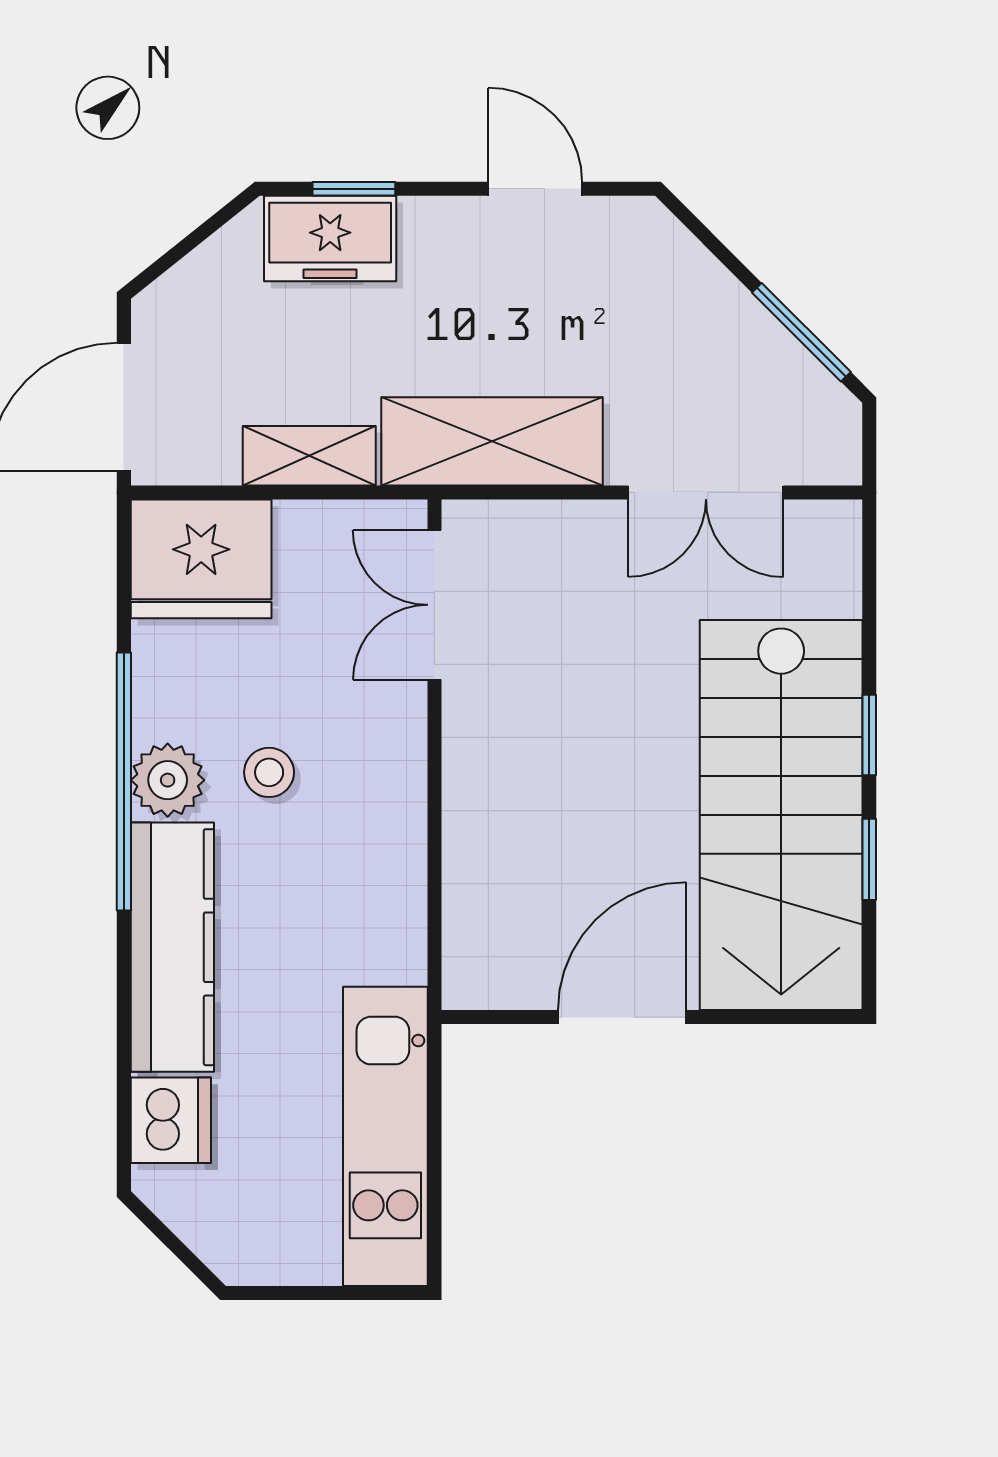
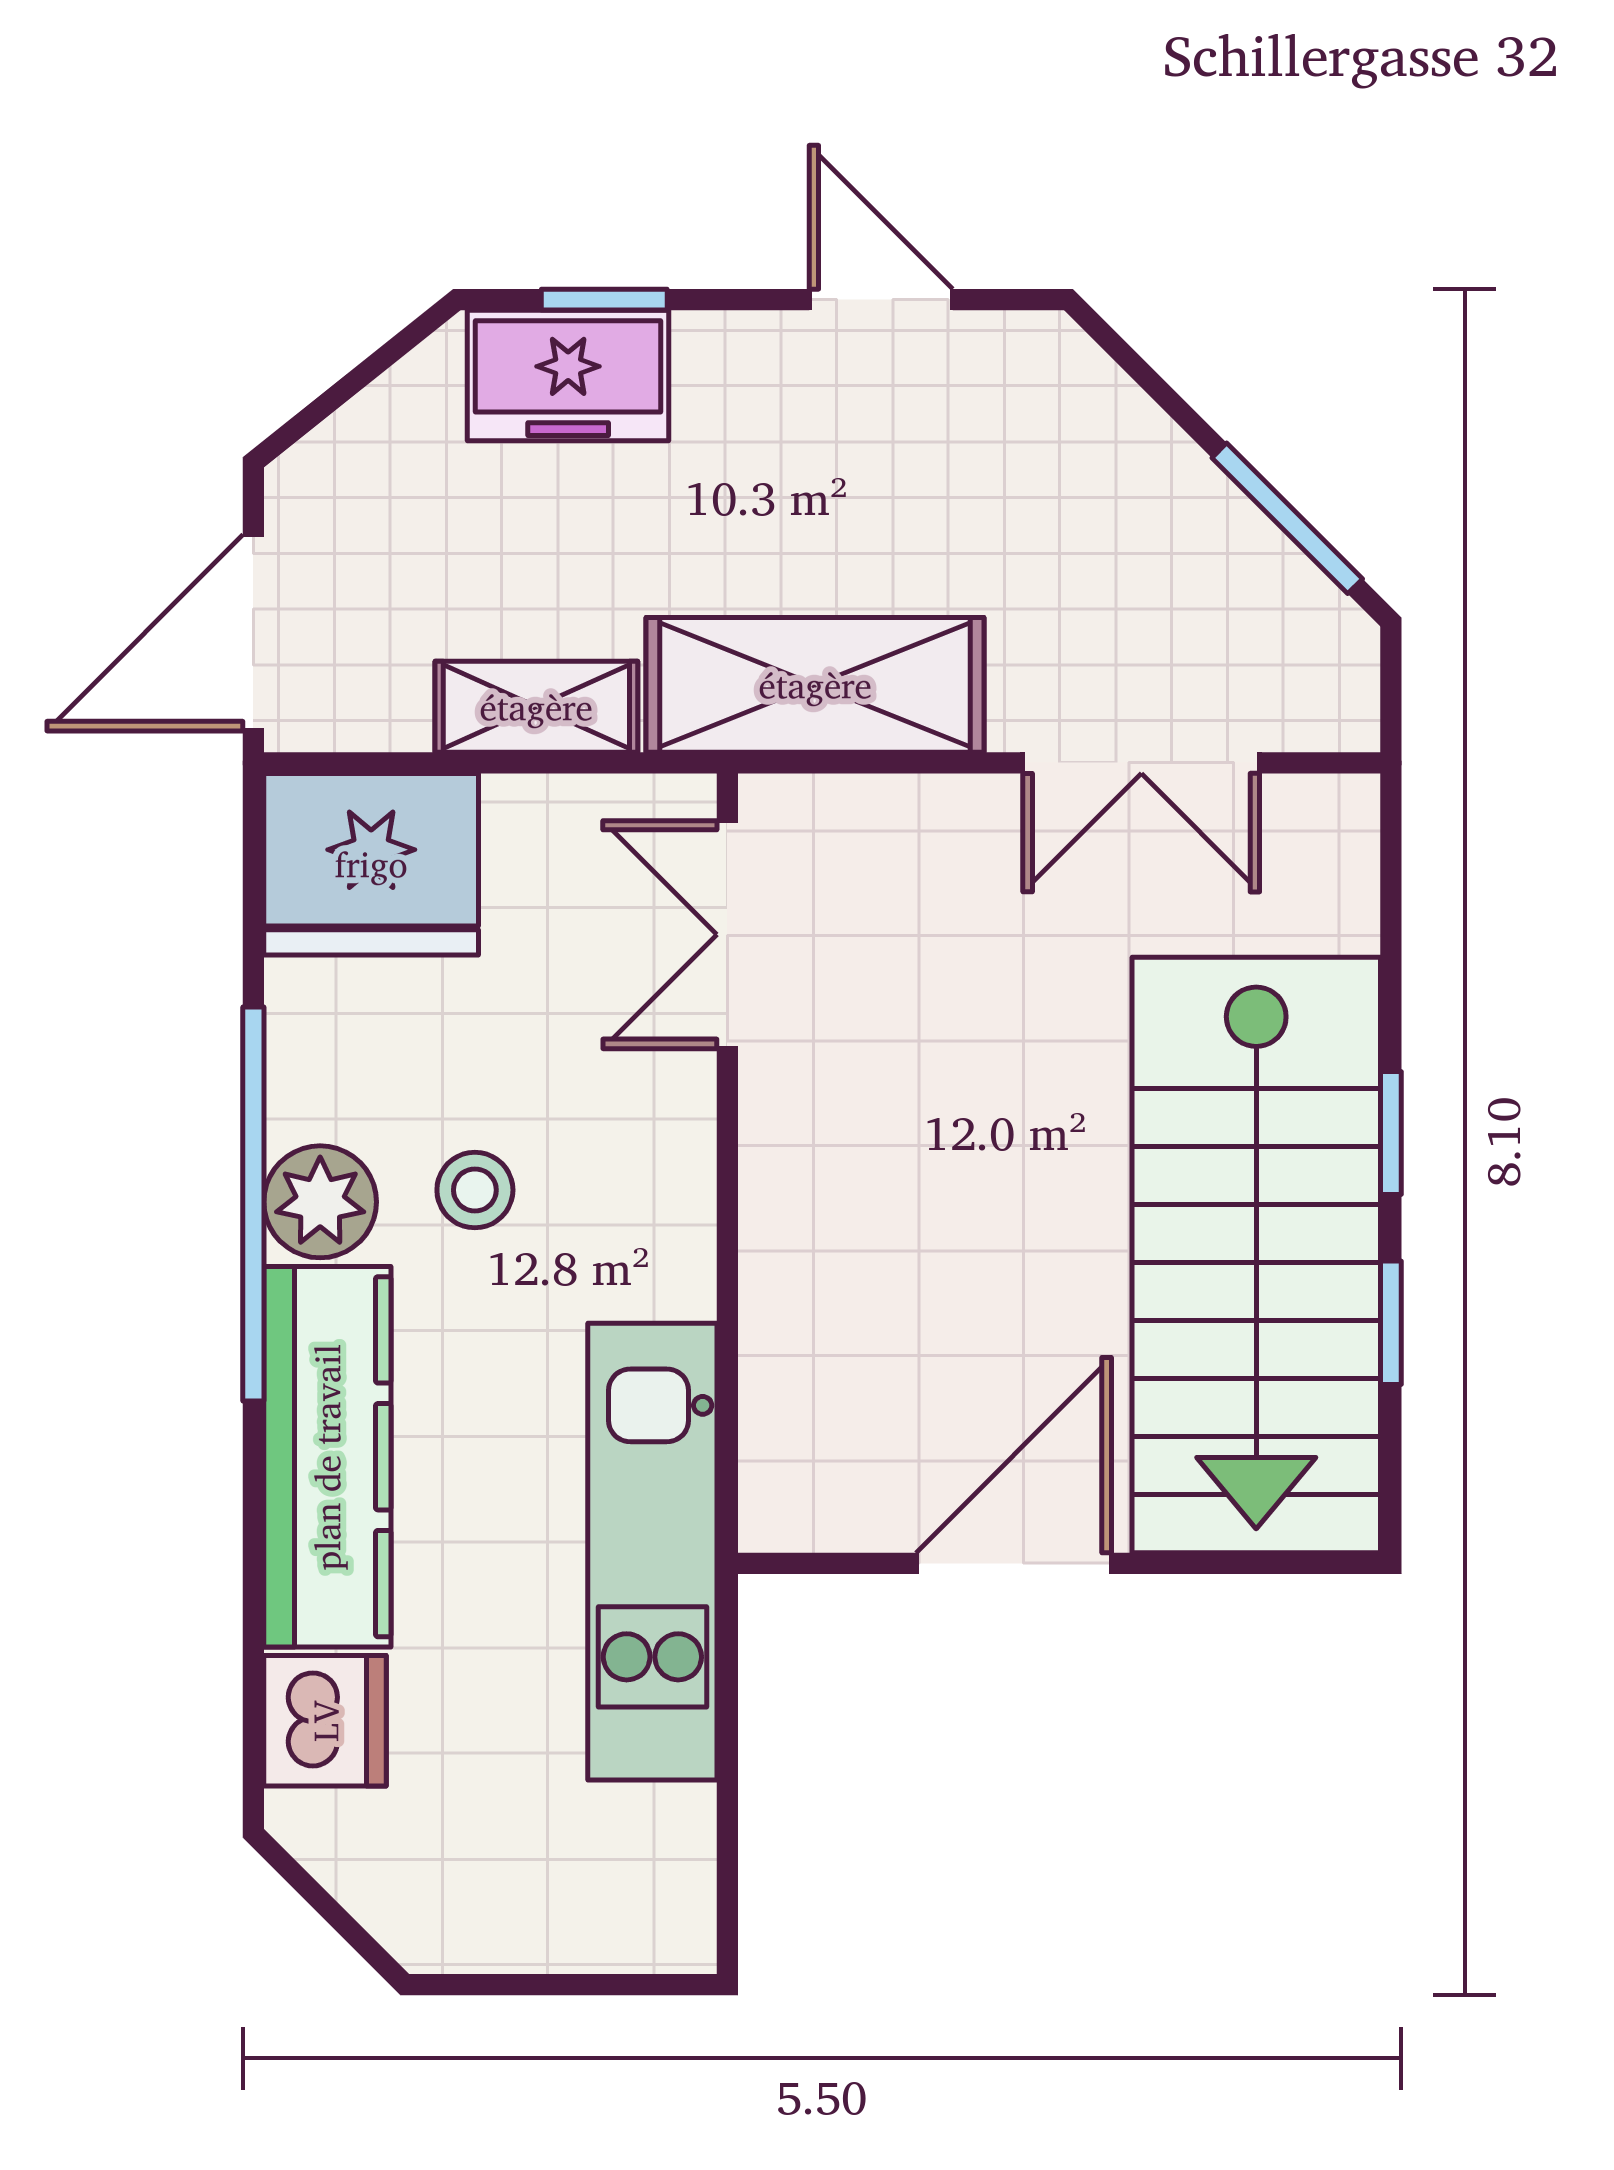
kitchen unit: (385, 1136) -> (652, 1552), moved

